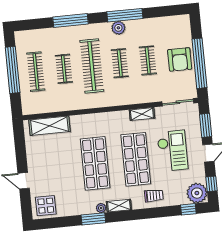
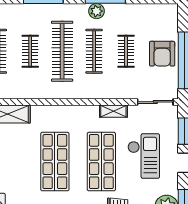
clothes rail: (120, 63) -> (94, 51), width x1.36

